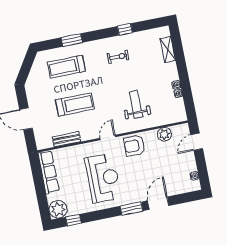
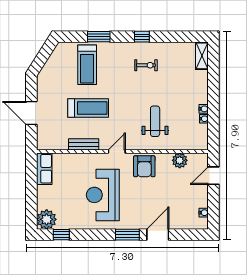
window: (125, 29) -> (142, 37), moved
shelving: (168, 50) -> (202, 56), moved
treadmill: (66, 67) -> (87, 65), turned -90
bench: (67, 139) -> (84, 144), moved
armchair: (134, 146) -> (144, 166), turned -90
row of seats: (48, 172) -> (44, 169), width x0.68
reception desk: (103, 178) -> (103, 195), turned 180

